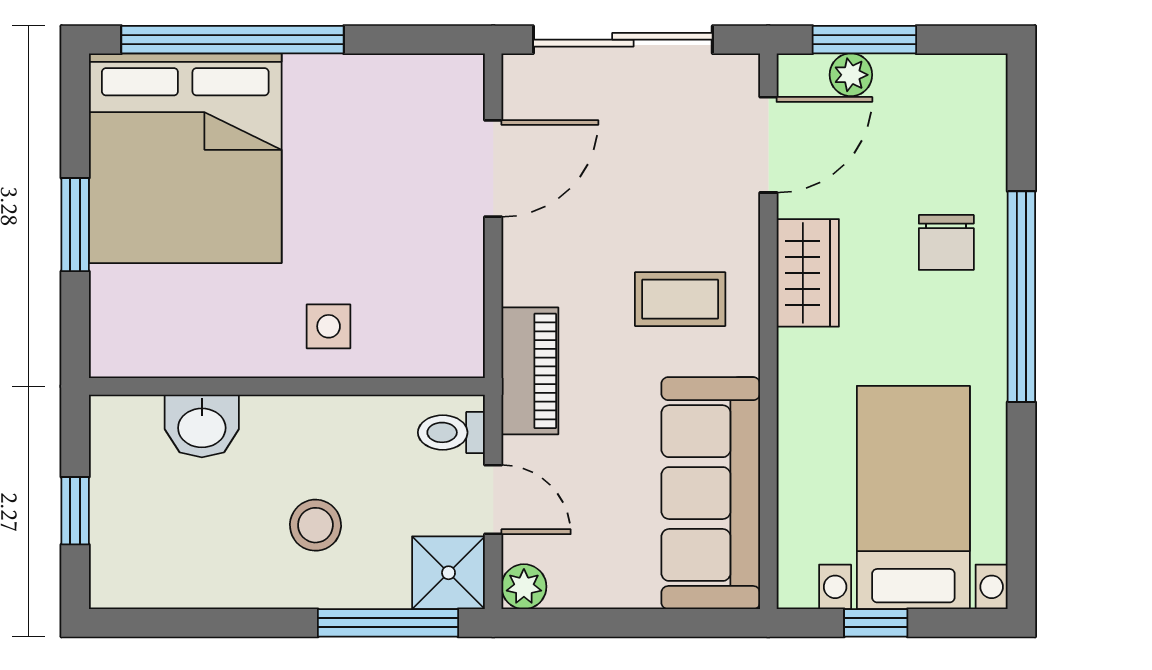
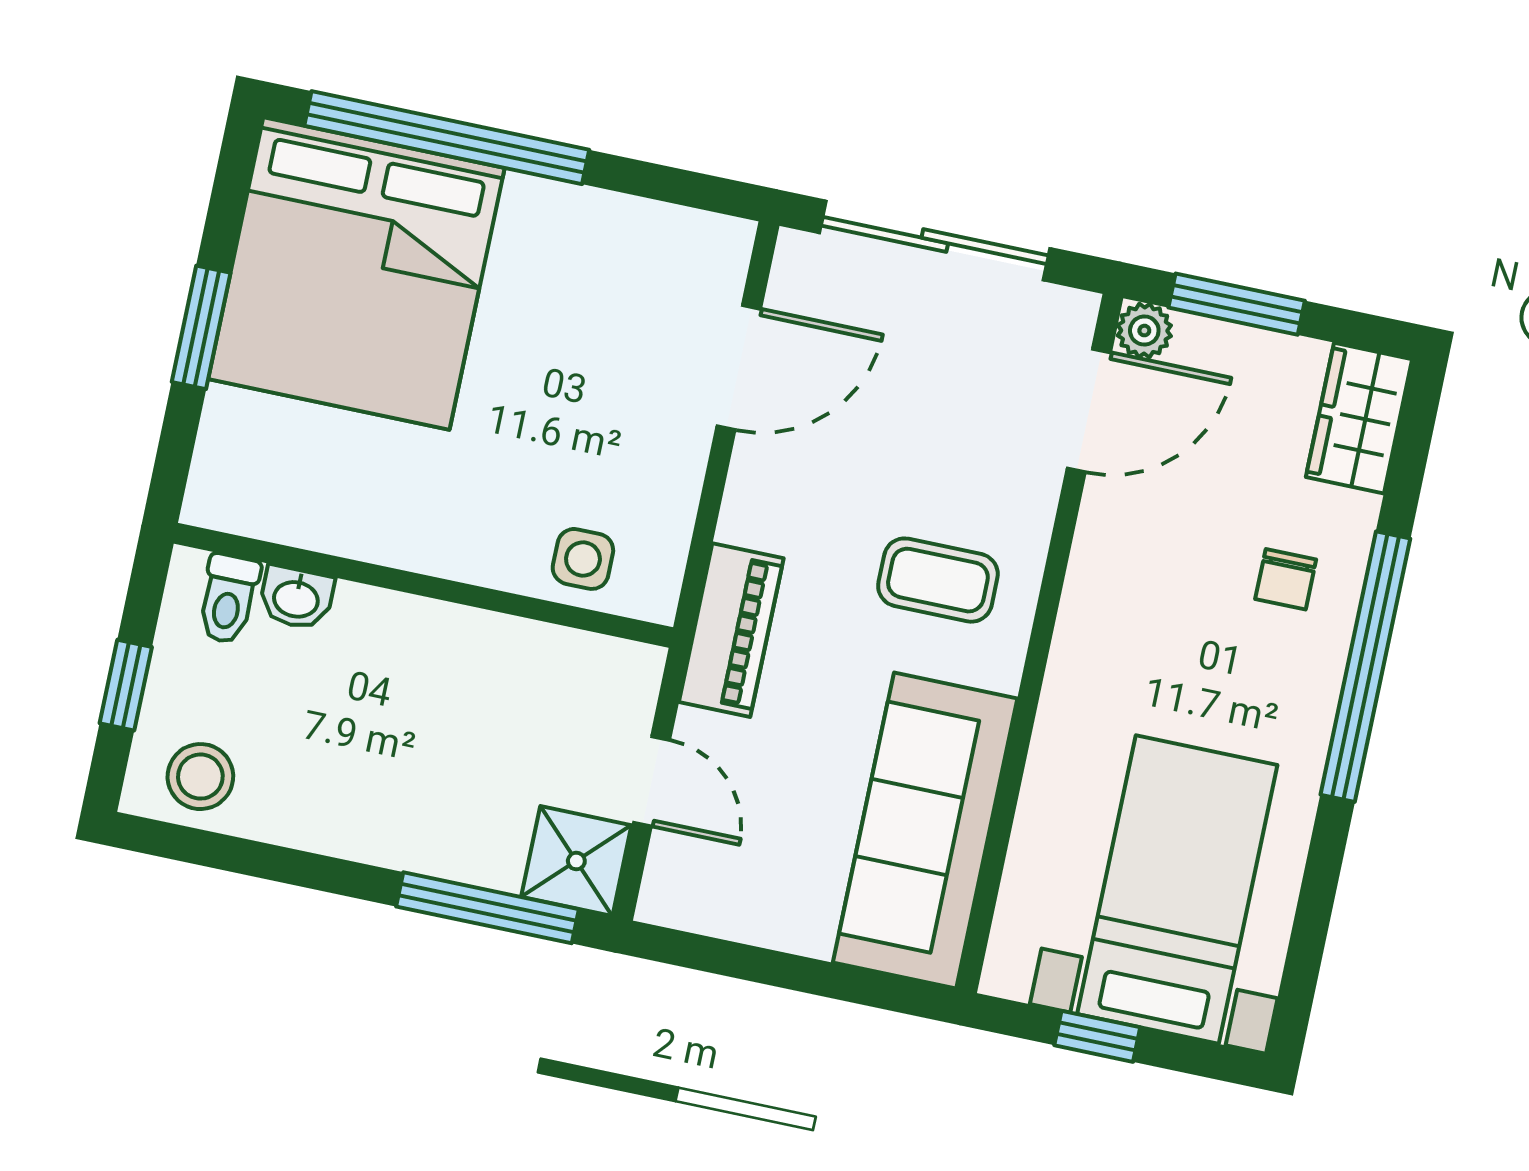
plant: (851, 75) -> (1144, 331), moved
chair: (946, 242) -> (1286, 579), width x0.73, depth x0.73
wardrobe: (808, 273) -> (1359, 418), moved, turned 180
side table: (329, 326) -> (583, 559), moved
washbasin: (202, 426) -> (296, 598), width x0.72, depth x0.69
toilet: (451, 432) -> (228, 599), moved, turned -90
stool: (315, 525) -> (200, 777), moved
plant: (524, 587) -> (667, 898), removed

